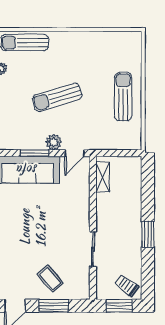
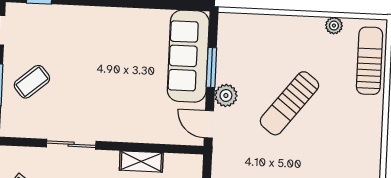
sun lounger: (57, 97) -> (289, 103), turned -125
shelving: (103, 177) -> (141, 161), moved

